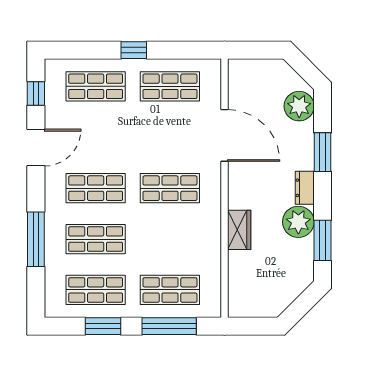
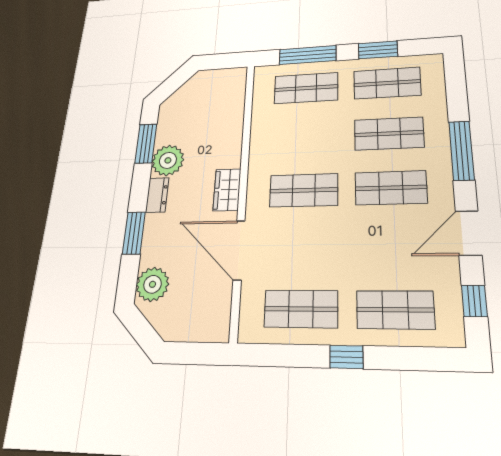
wardrobe: (239, 230) -> (227, 190), moved
window: (36, 239) -> (461, 151), moved

